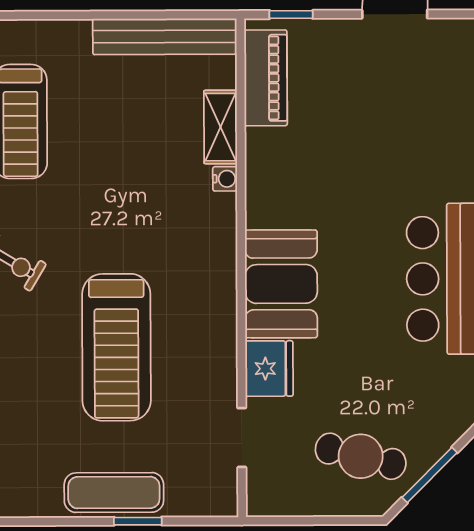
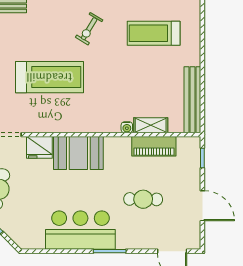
piano: (266, 78) -> (154, 146), moved
cafe table: (381, 143) -> (143, 199), added
treadmill: (116, 347) -> (49, 77), turned 180

